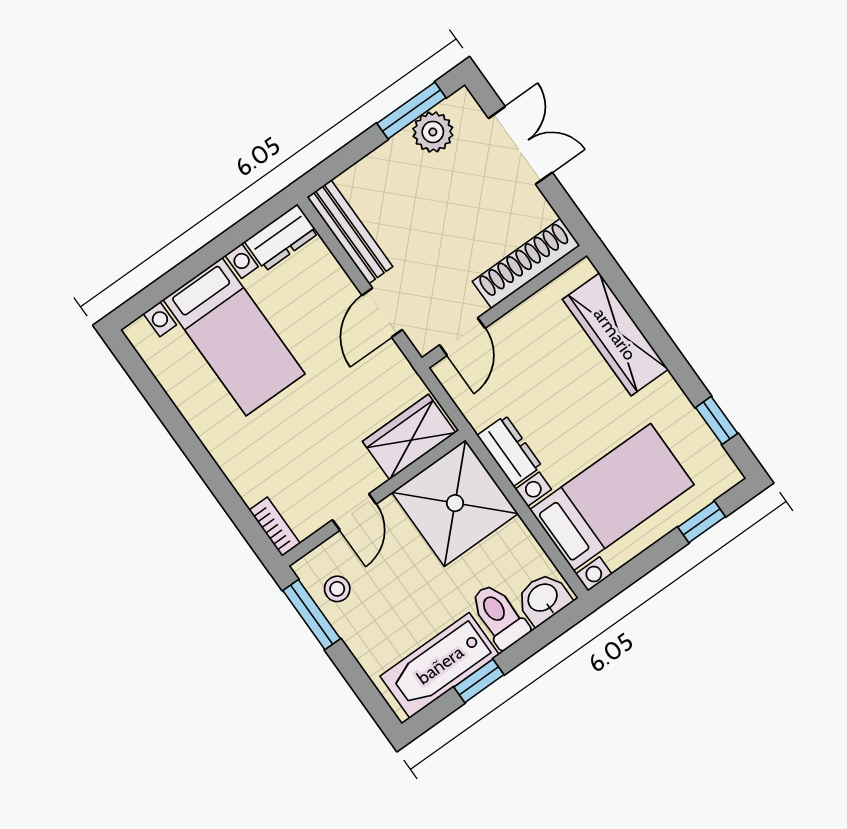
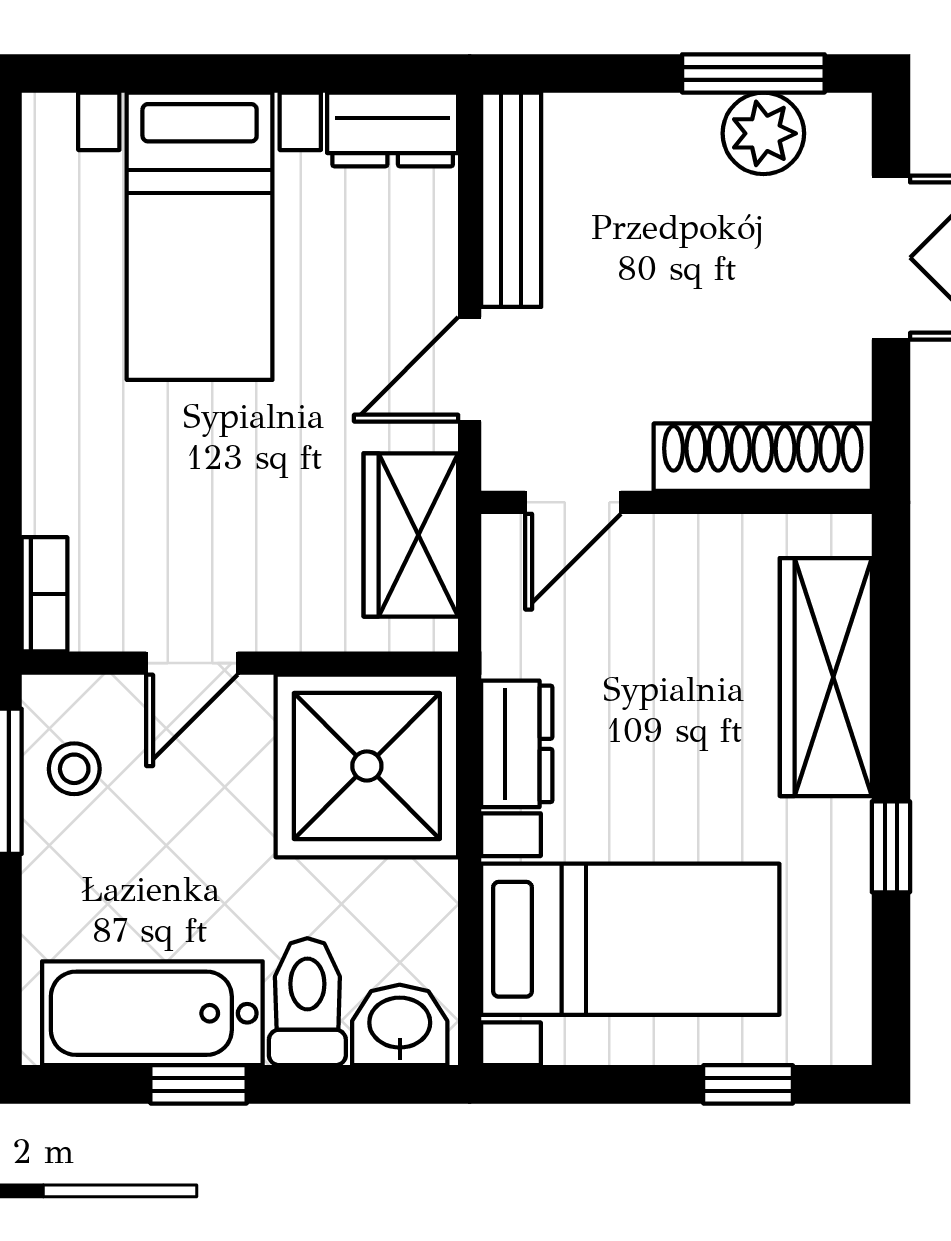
window: (717, 420) -> (891, 847), moved
wardrobe: (409, 437) -> (411, 535), moved, turned -90

